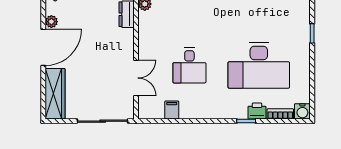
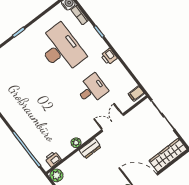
double door: (136, 78) -> (113, 123), moved
filing cabinet: (172, 110) -> (136, 94), moved
printer: (257, 111) -> (109, 57), moved

